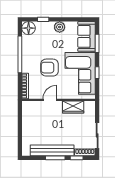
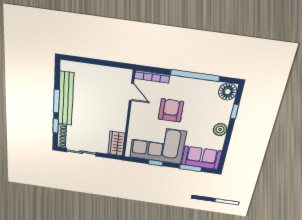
door: (50, 100) -> (131, 92), moved
wardrobe: (73, 107) -> (116, 144), moved

